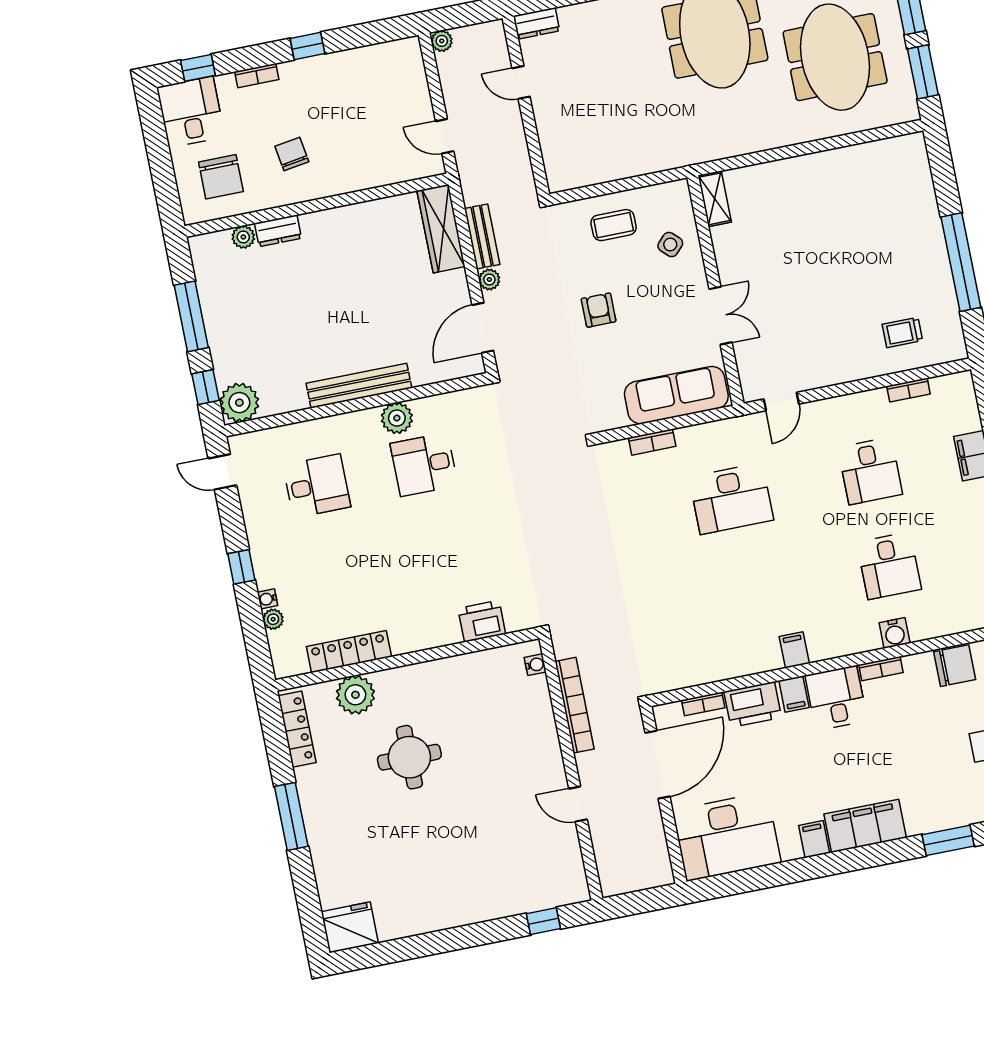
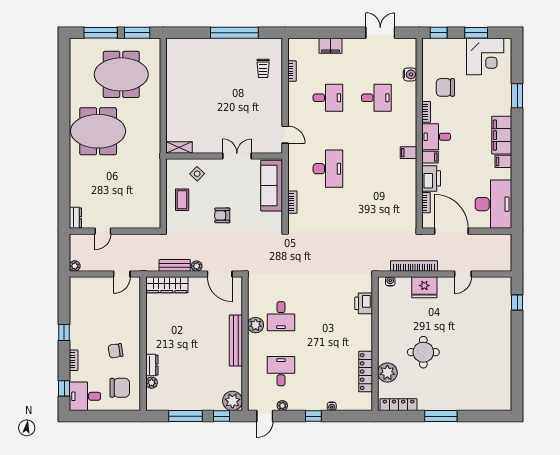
plant: (273, 619) -> (282, 406), moved
water cooler: (895, 633) -> (410, 74), moved
chair: (955, 666) -> (445, 87), moved, turned -90
fridge: (350, 927) -> (424, 287), moved, turned -90

